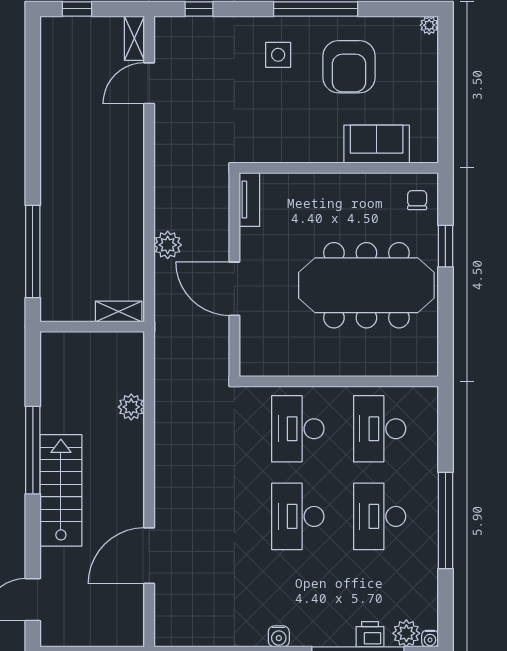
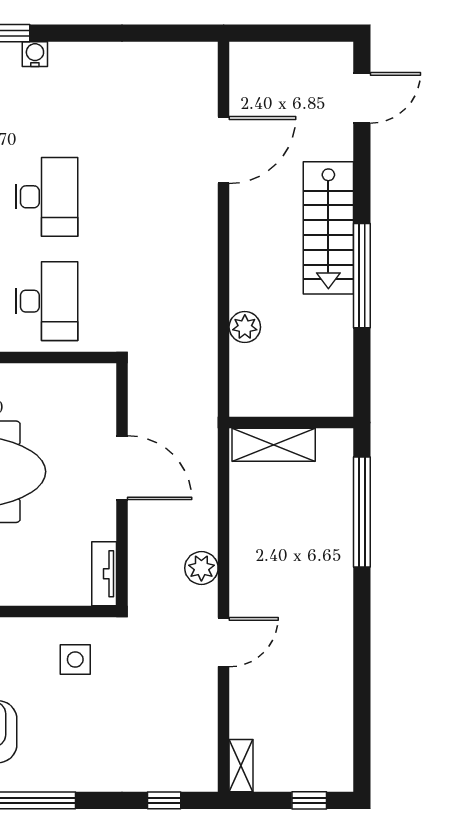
side table: (278, 55) -> (75, 659), moved
door: (149, 83) -> (224, 642), moved
plant: (168, 245) -> (201, 568), moved
shelving: (119, 312) -> (274, 445), width x1.50, depth x1.33
water cooler: (279, 636) -> (35, 54), moved

